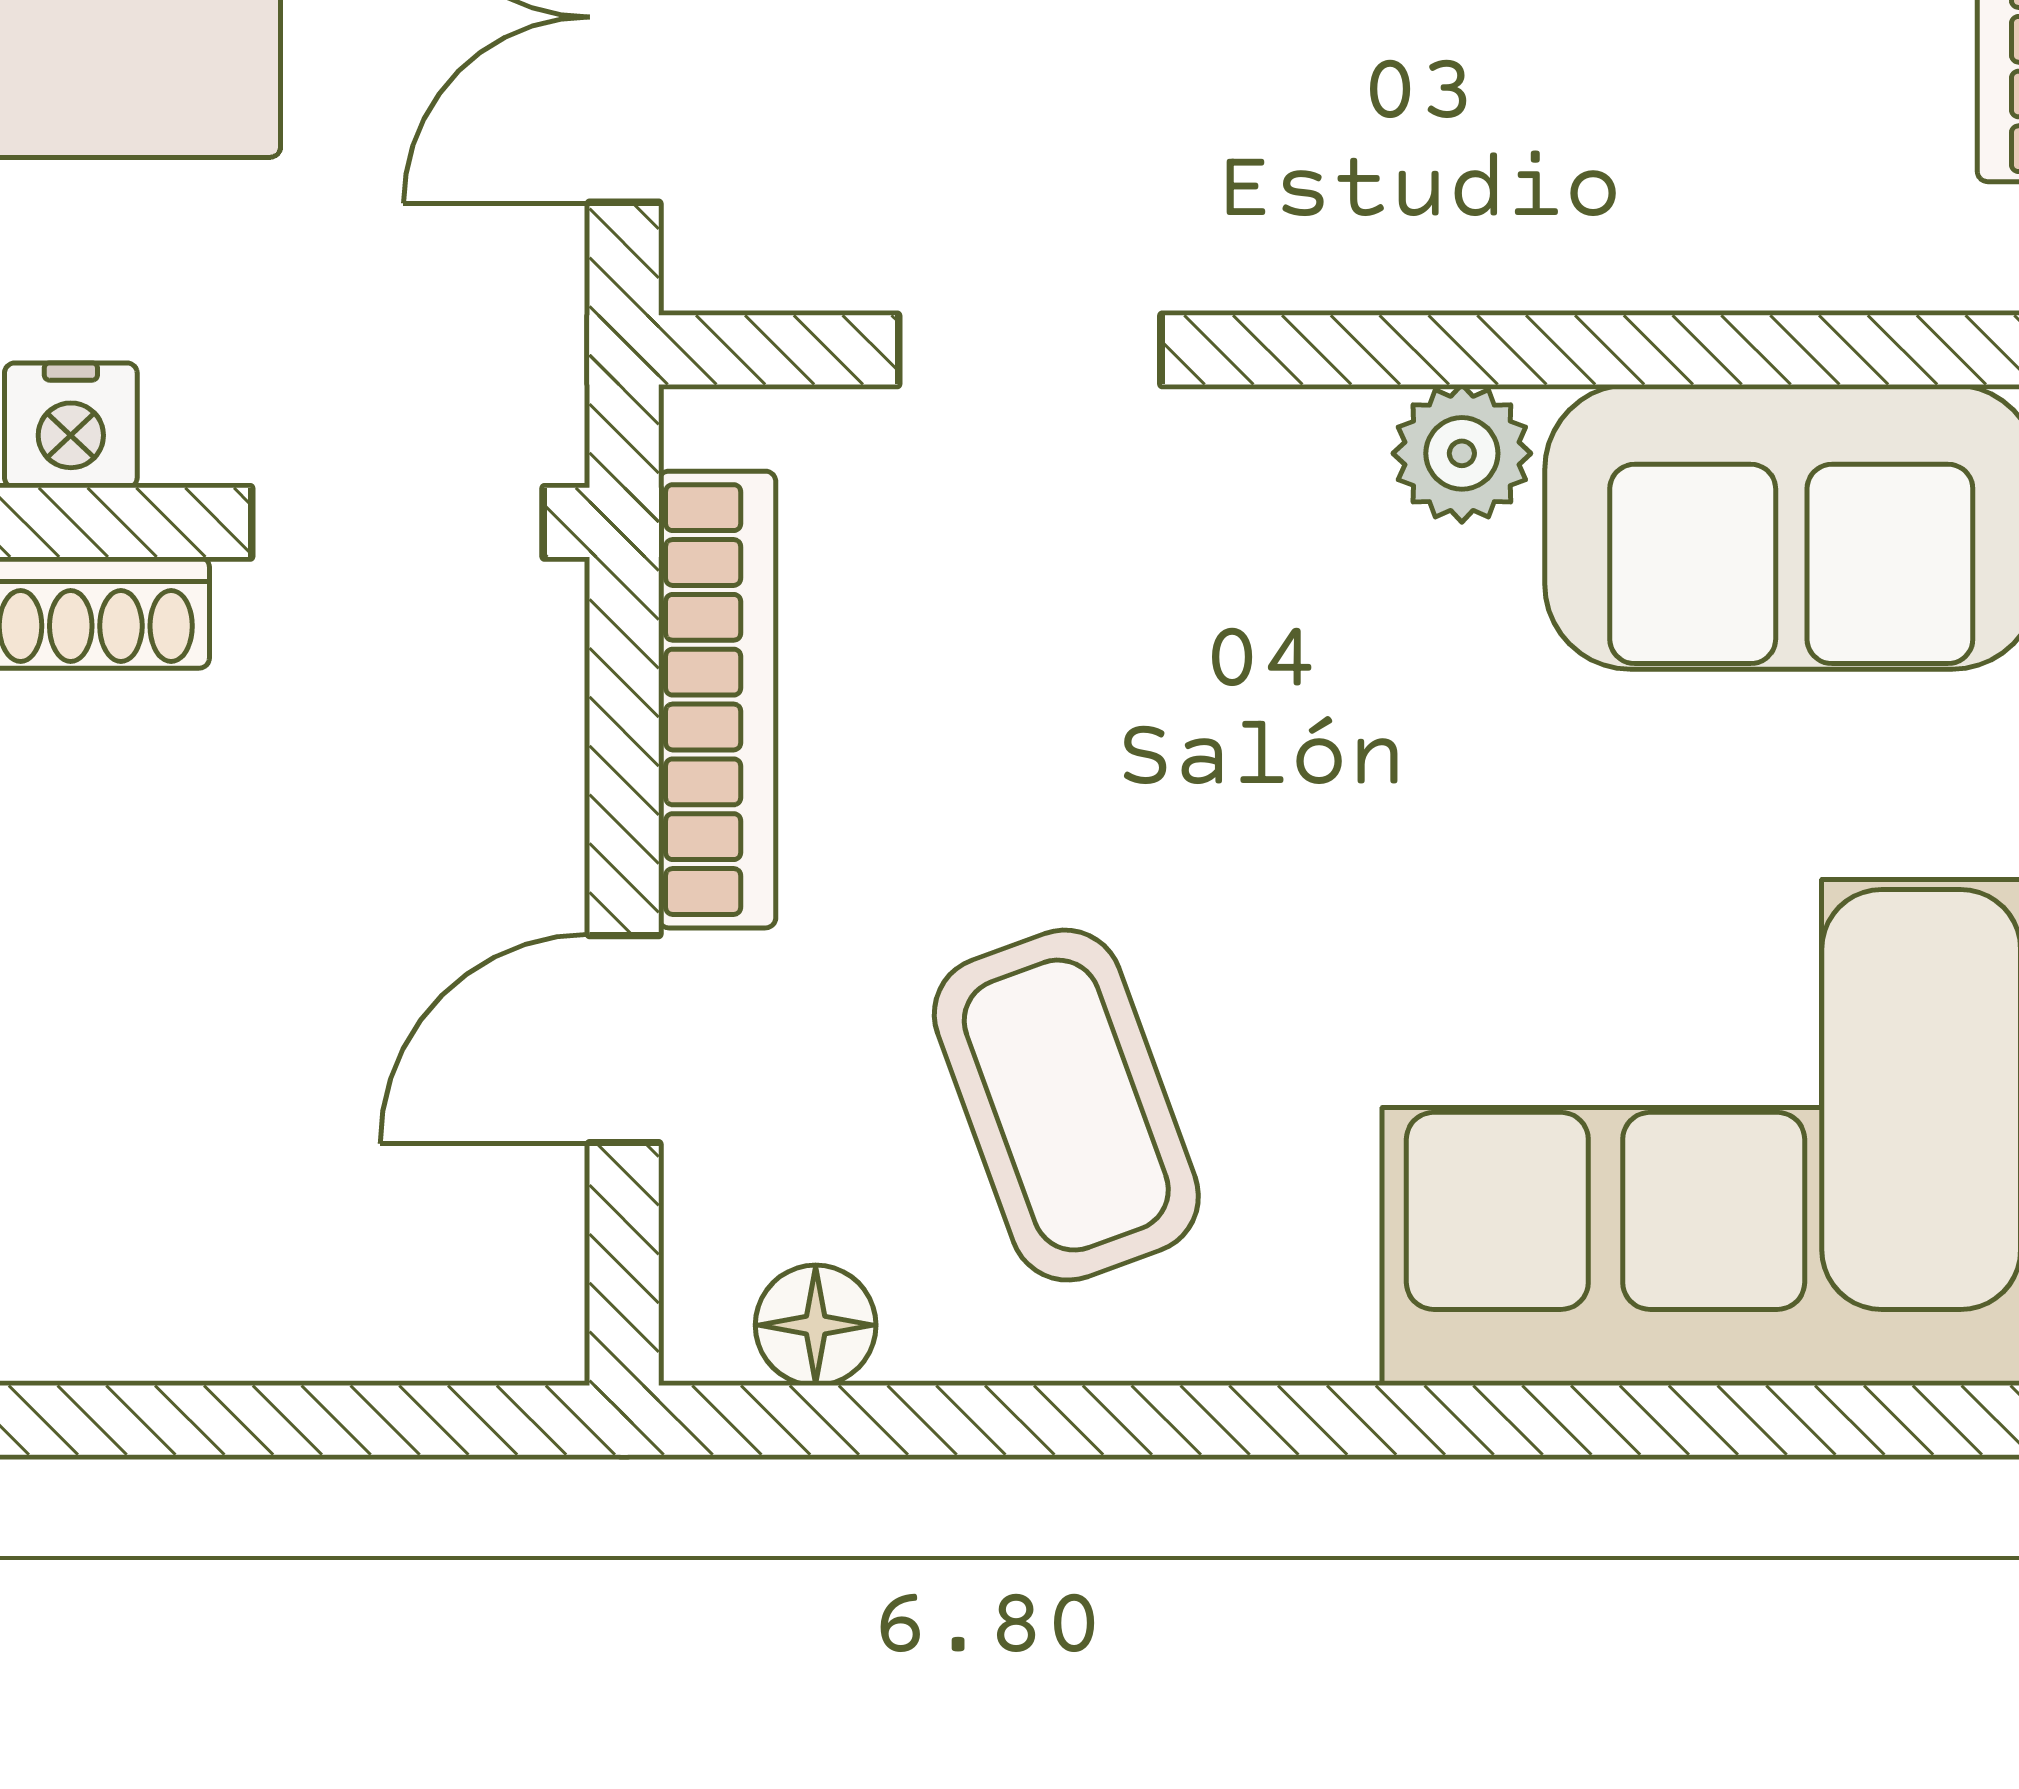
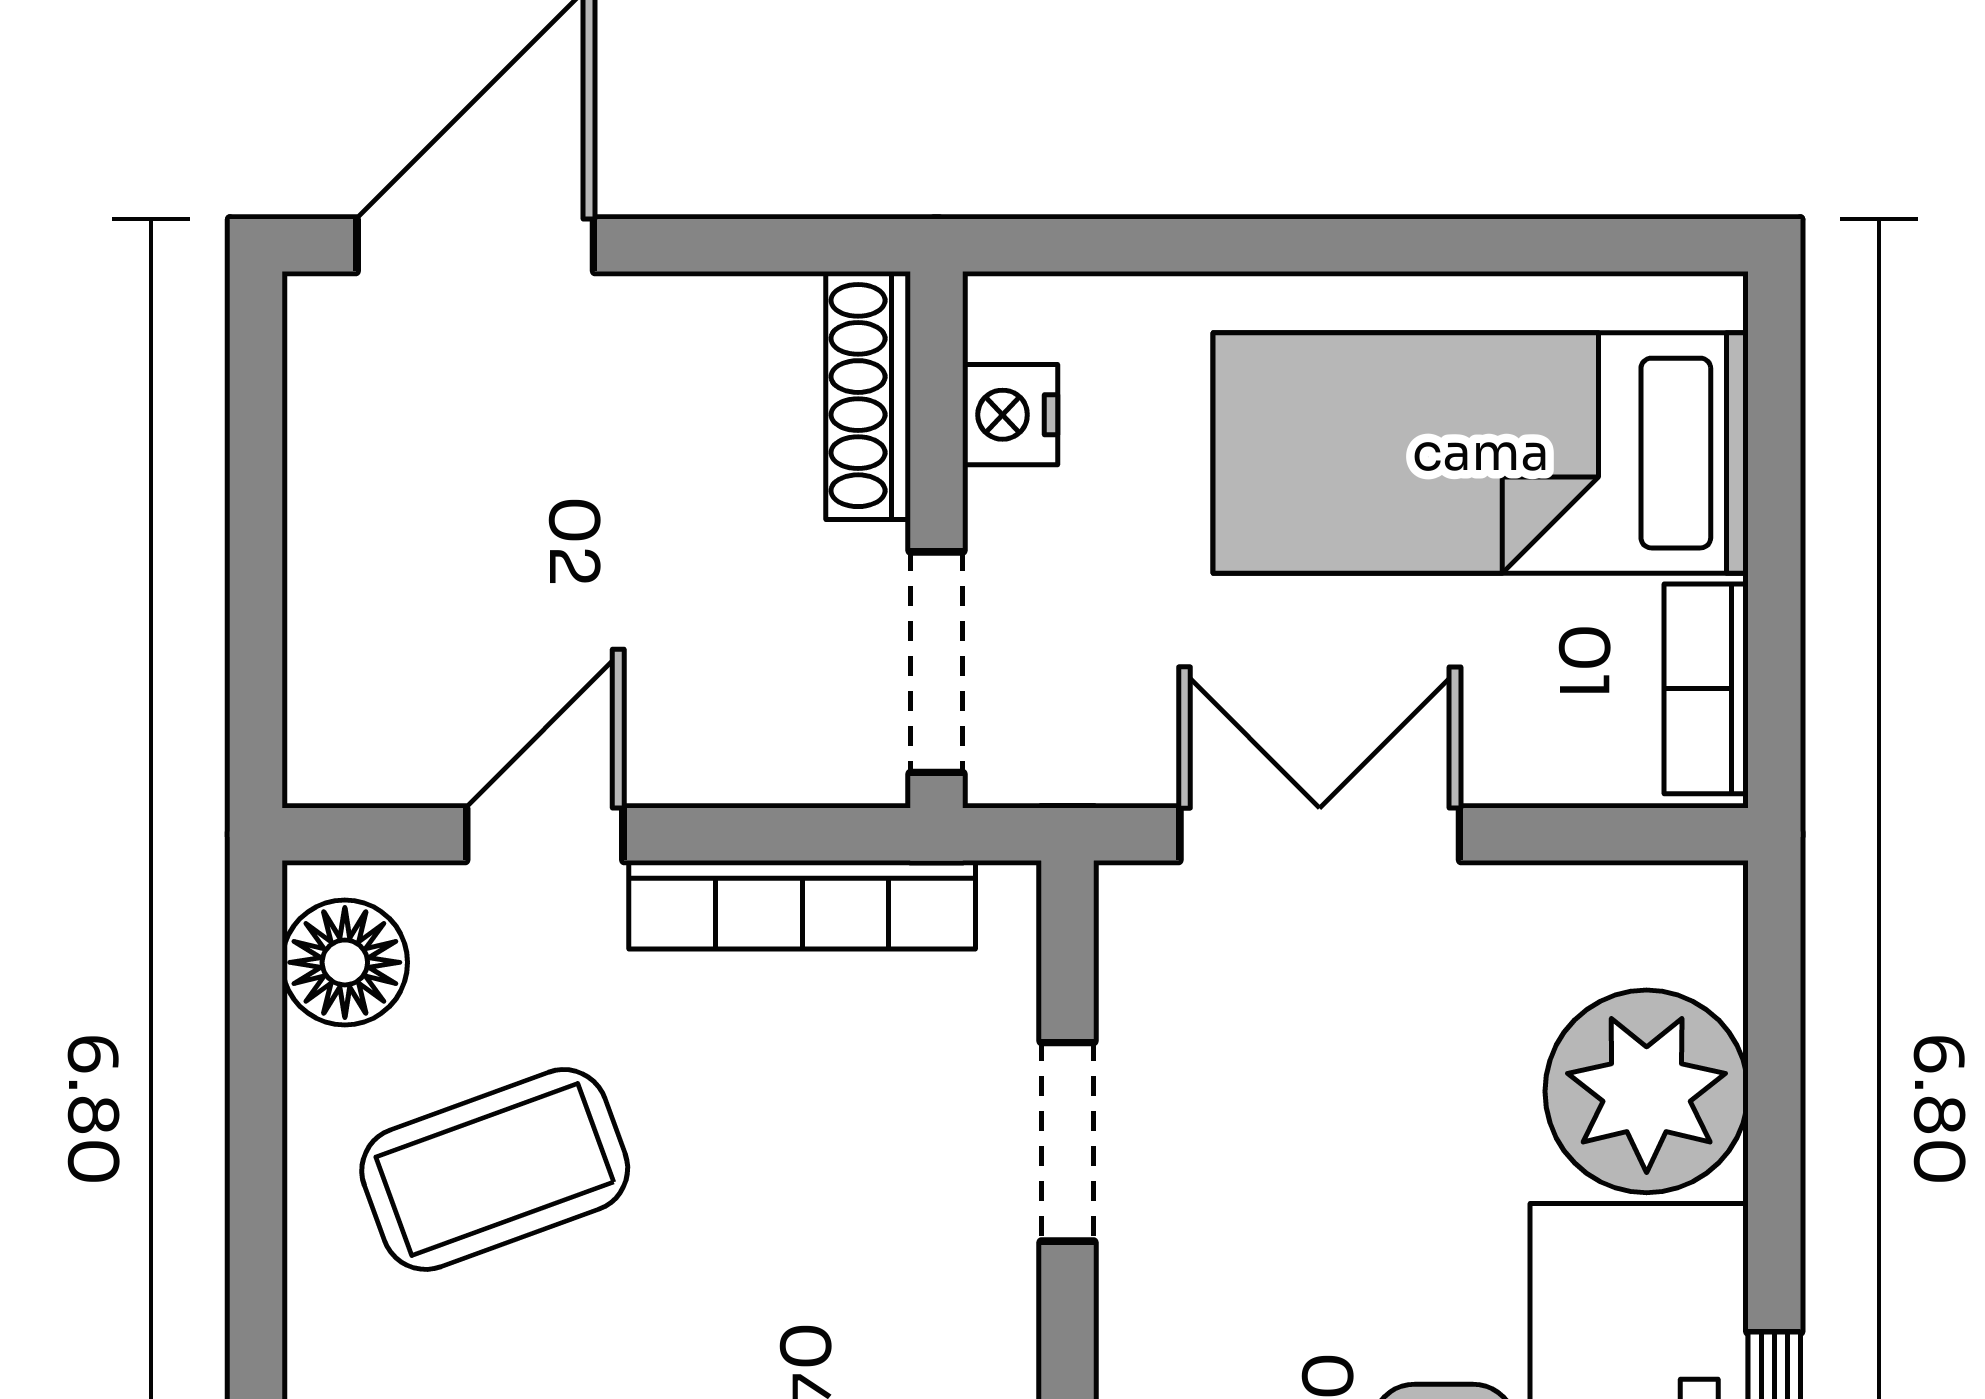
door: (624, 1039) -> (545, 834), hinge flipped
floor lamp: (816, 1325) -> (345, 962), width x1.37, depth x1.37

